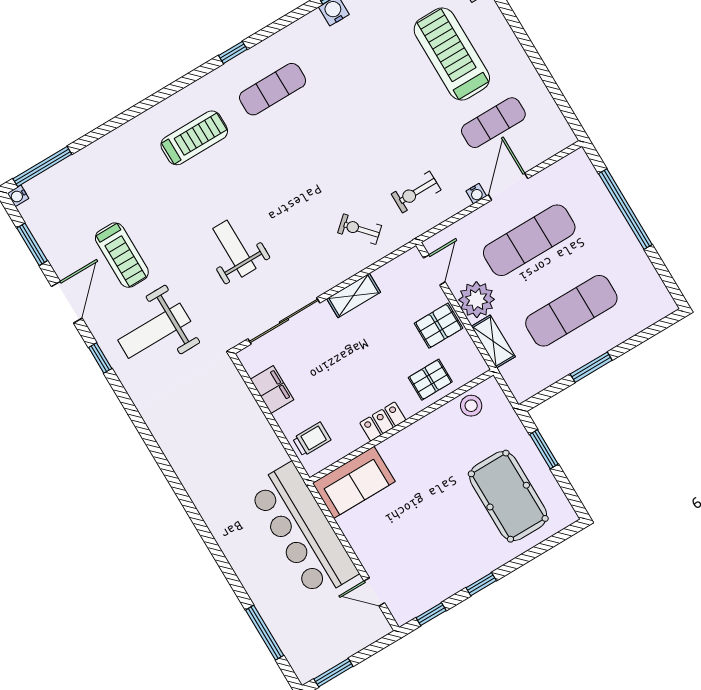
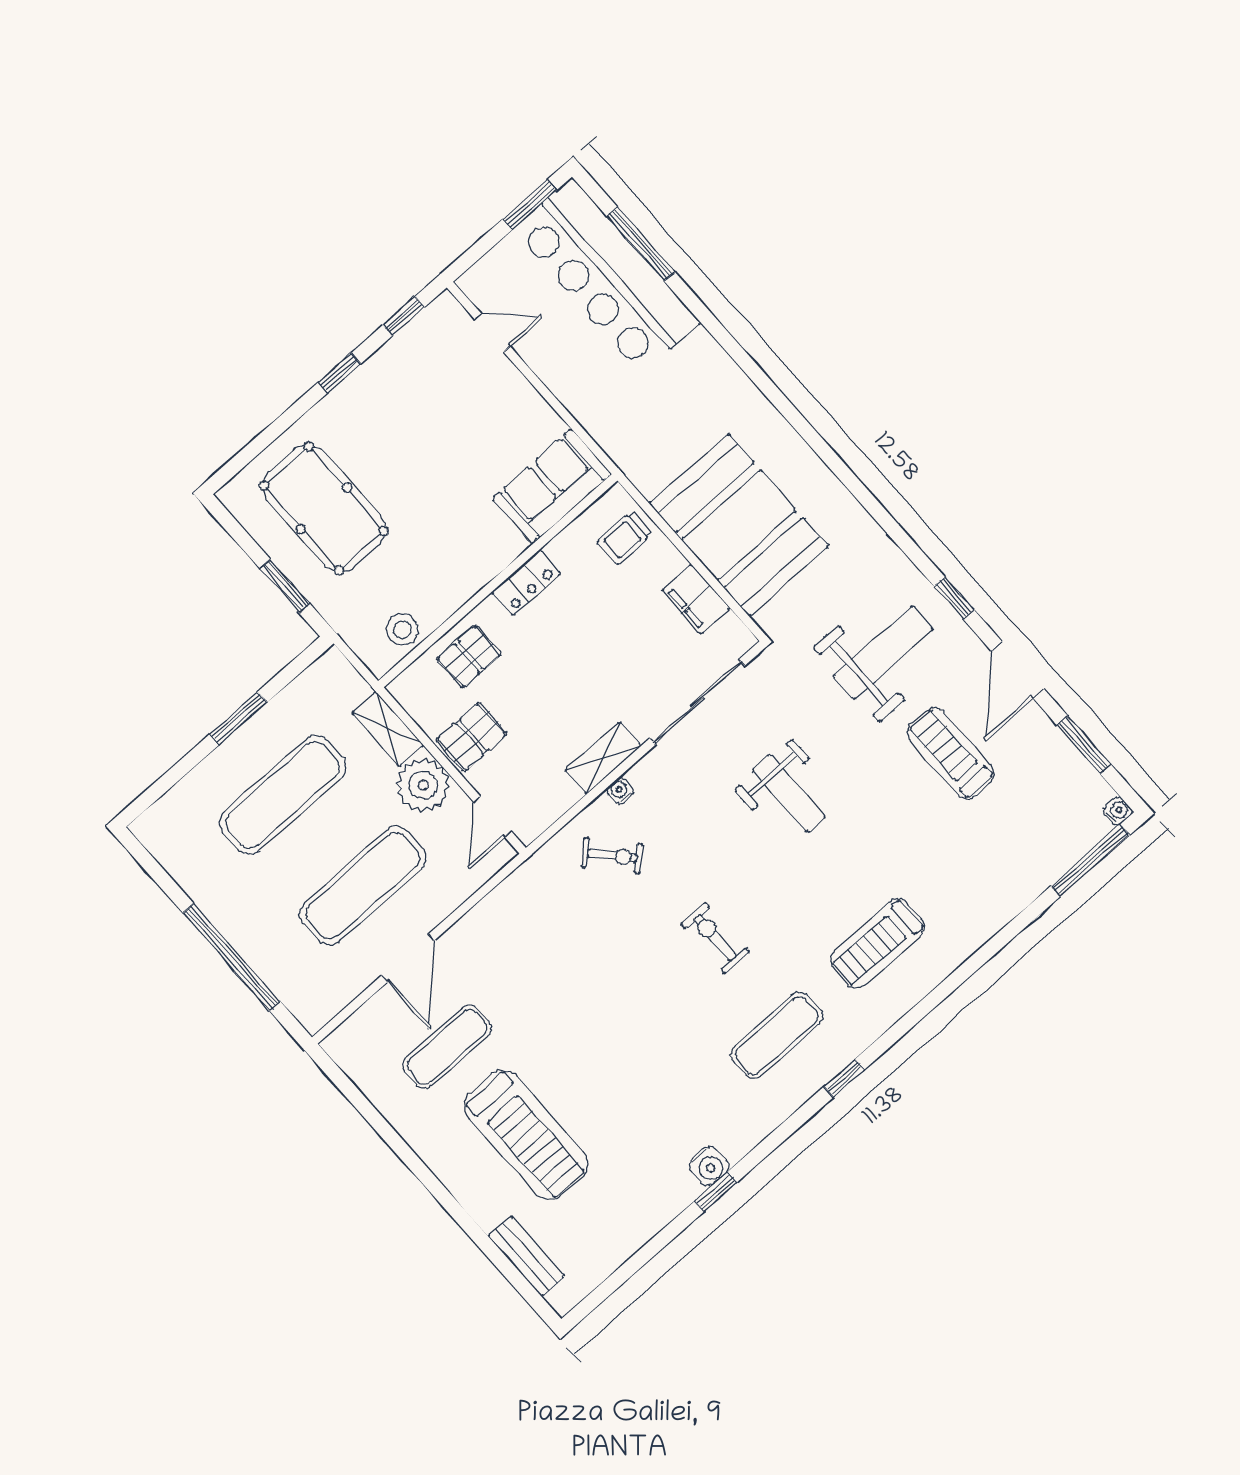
exercise bike: (416, 192) -> (715, 938), moved, turned -90
water cooler: (476, 194) -> (620, 791), moved
booth: (234, 433) -> (739, 525), added
bar counter: (303, 531) -> (607, 276), moved, turned 180

